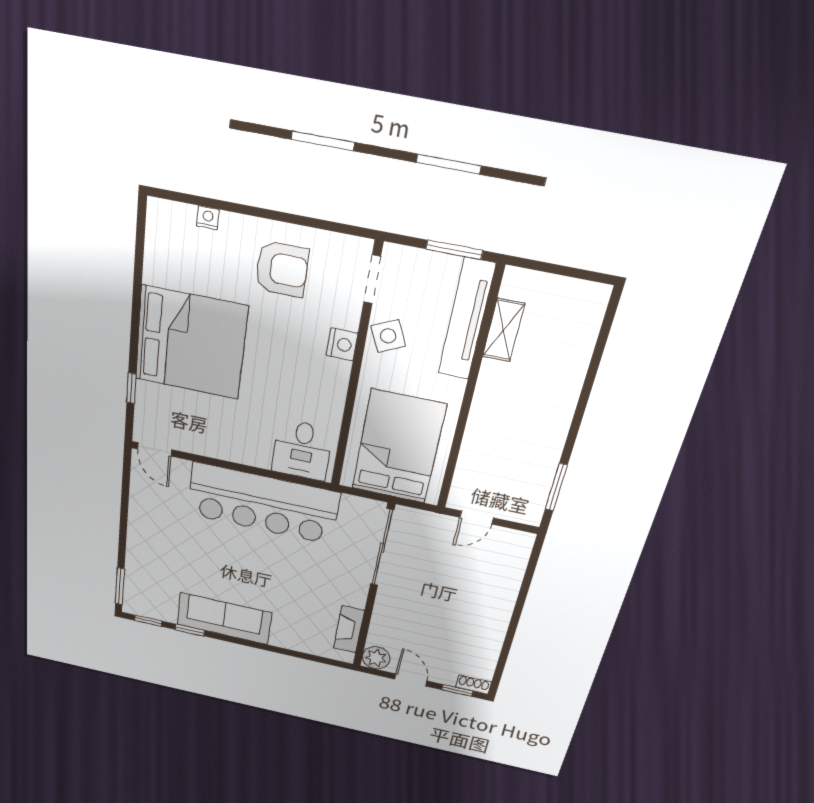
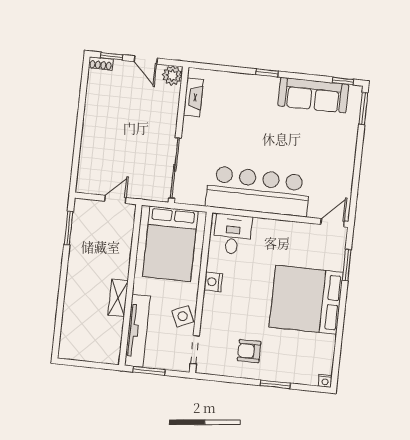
window: (239, 209) -> (275, 384), added
nightstand: (208, 218) -> (325, 381), moved
armchair: (282, 269) -> (249, 351), width x0.72, depth x0.72
shelving: (504, 330) -> (118, 298), moved
nightstand: (342, 344) -> (213, 282), moved
window: (131, 388) -> (347, 265), width x1.50
door: (155, 449) -> (333, 223), hinge flipped
sofa: (224, 619) -> (313, 95), moved
window: (190, 630) -> (267, 73), moved

